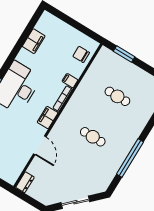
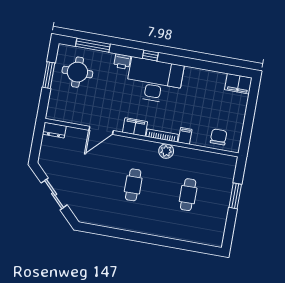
filing cabinet: (34, 41) -> (238, 84), moved
window: (124, 54) -> (235, 196), moved
plant: (76, 100) -> (166, 151), added
window: (130, 158) -> (126, 235), removed

